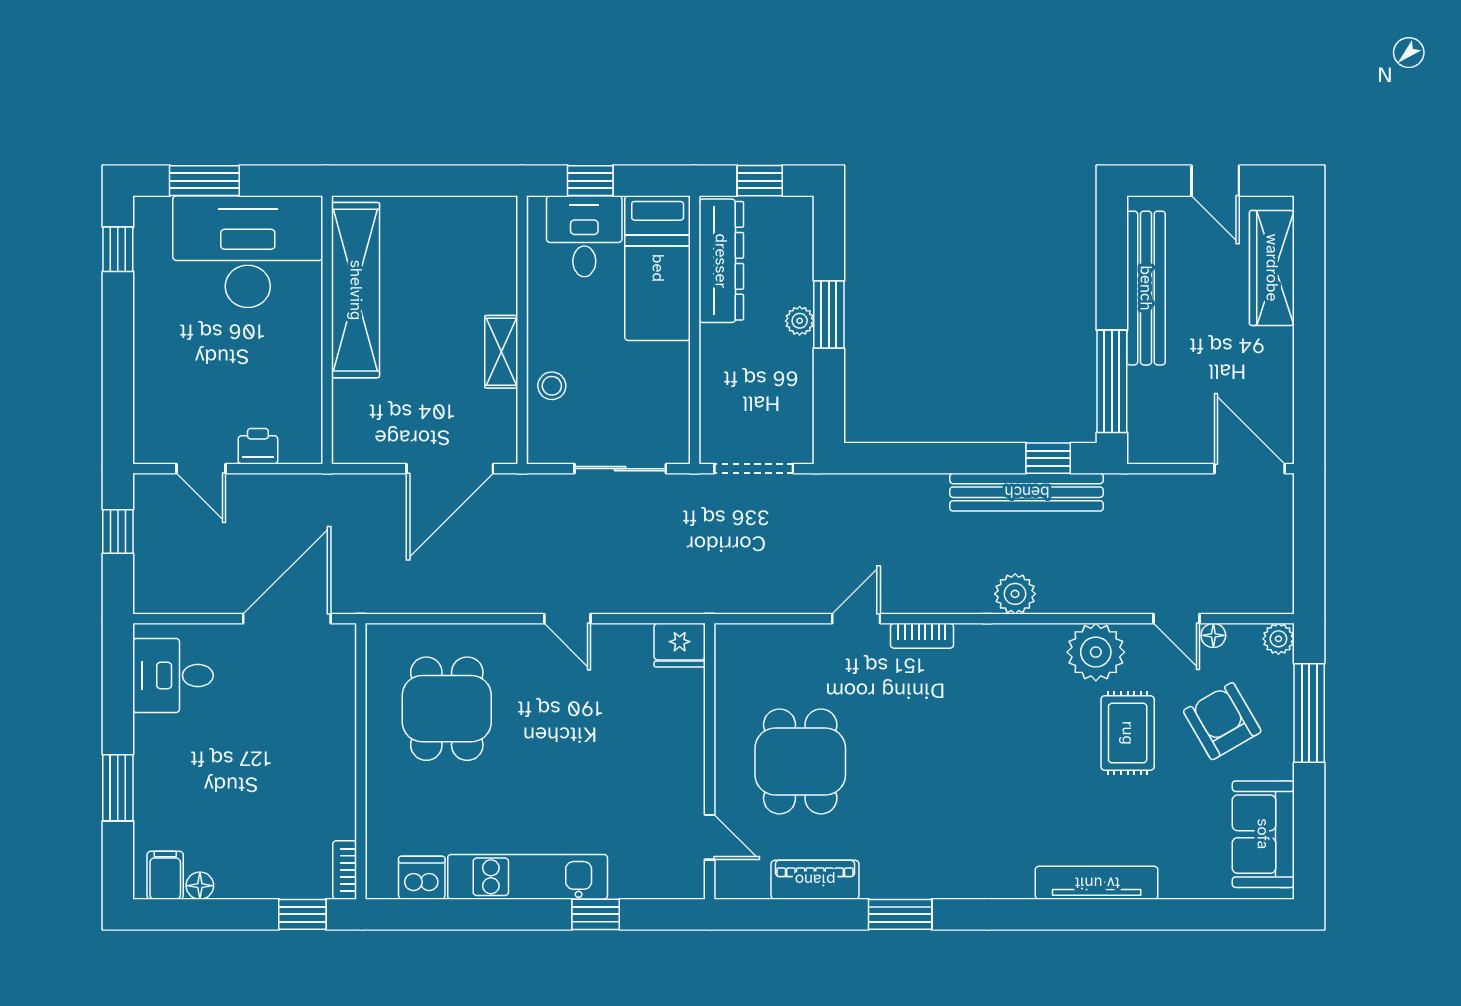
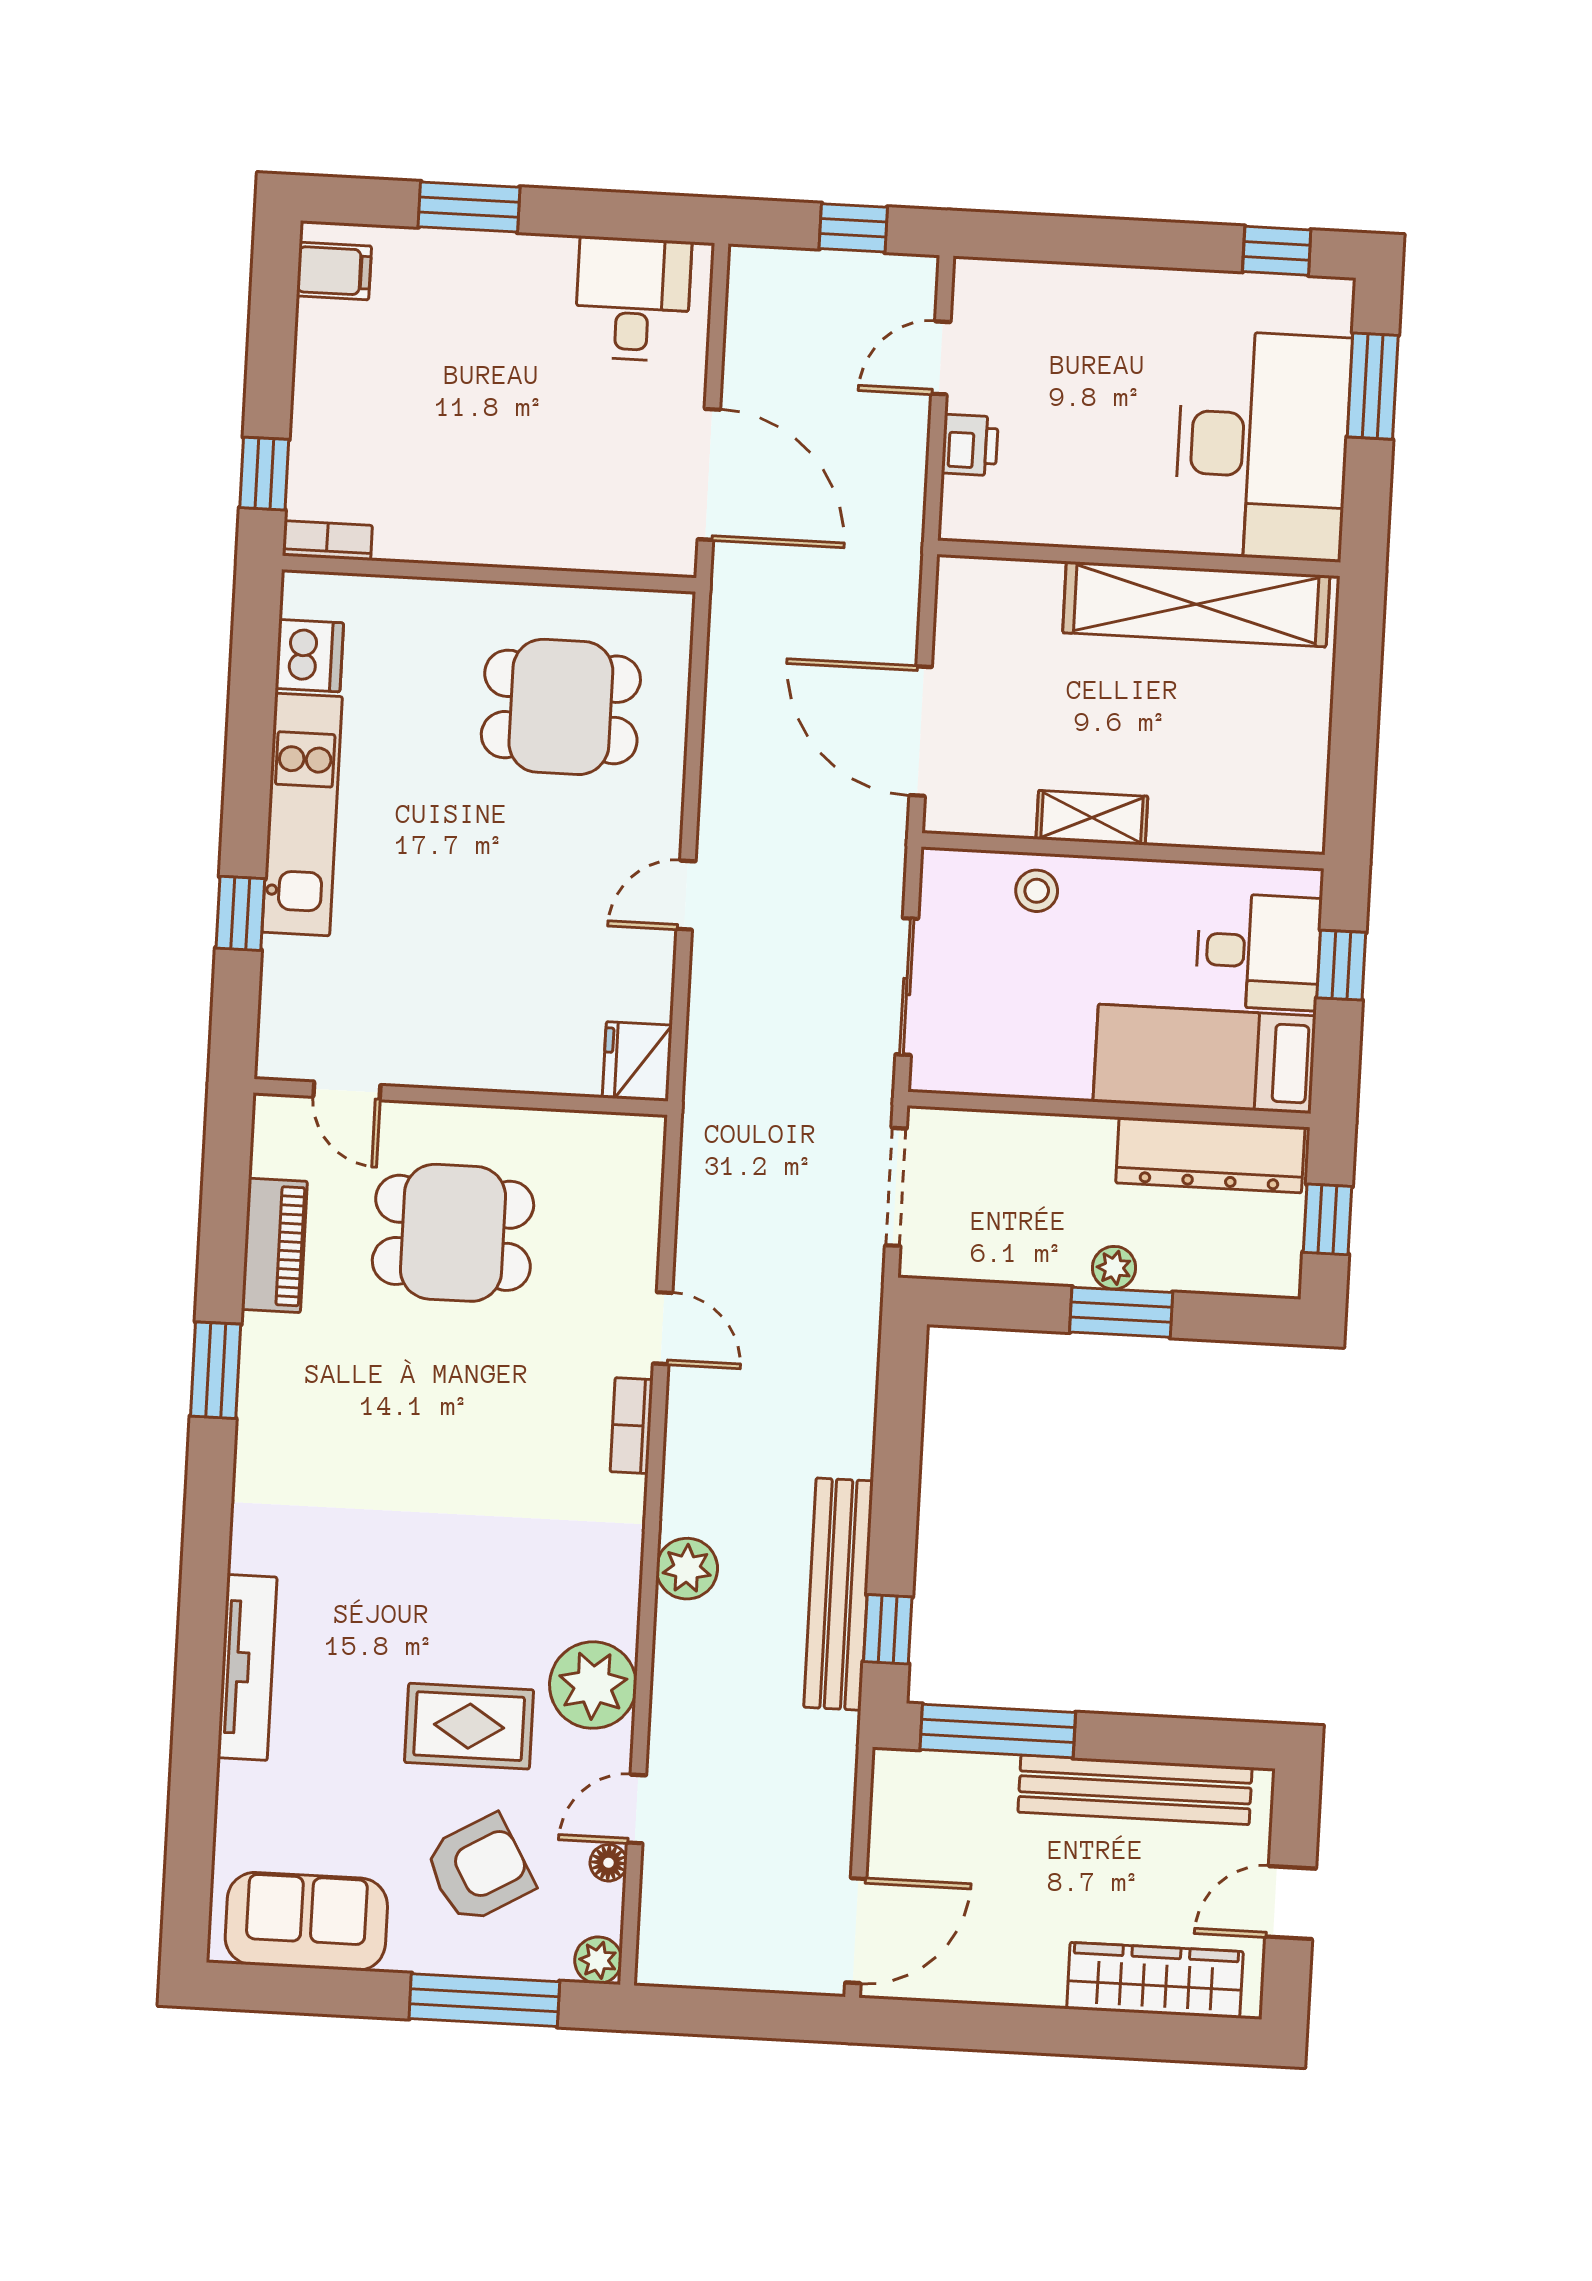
door: (710, 837) -> (347, 1091), hinge flipped
floor lamp: (200, 886) -> (316, 322), removed

